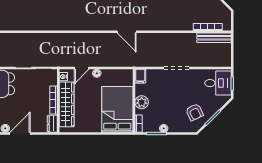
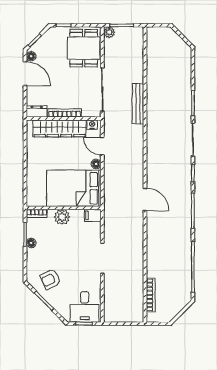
door: (127, 32) -> (145, 199), swing flipped
bench: (214, 38) -> (138, 104), moved
bed: (117, 109) -> (74, 188), moved, turned 180

